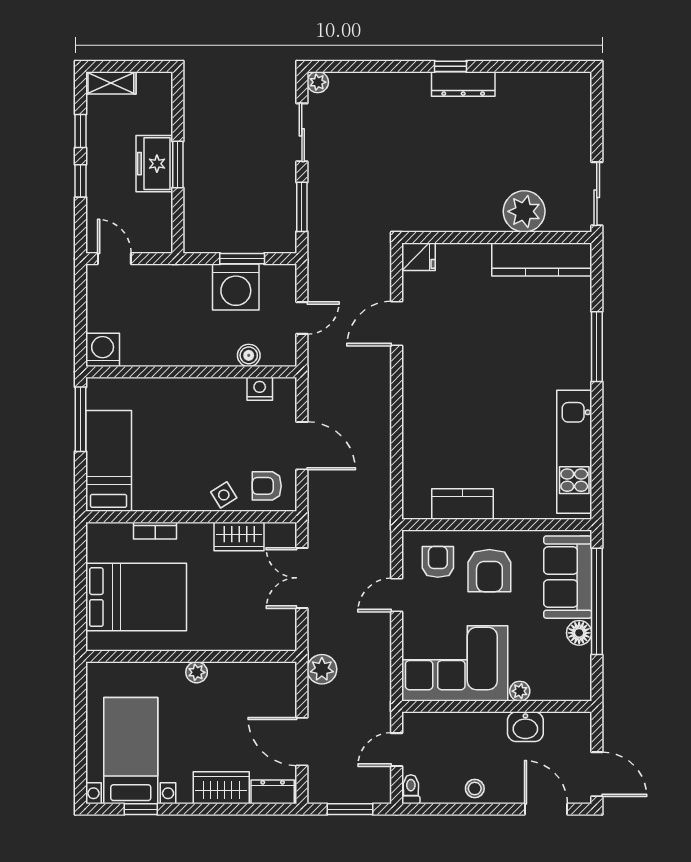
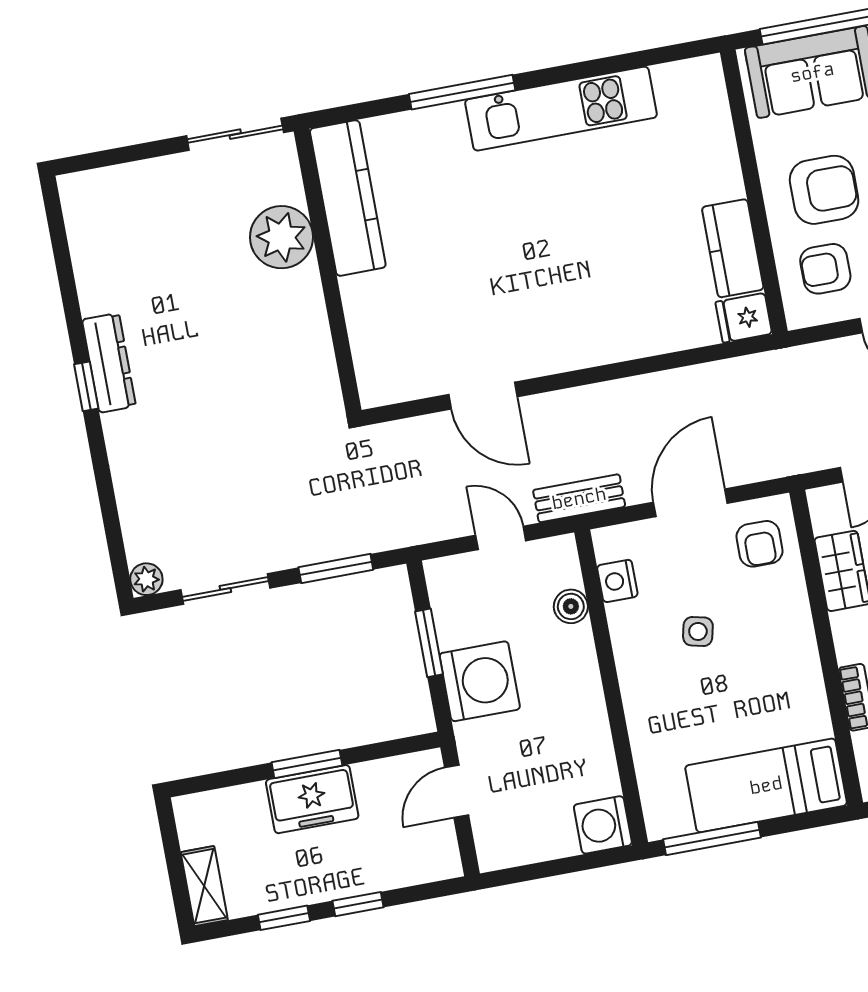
fridge: (418, 257) -> (744, 318), moved, turned -90
door: (114, 259) -> (457, 791), moved
washing machine: (236, 287) -> (480, 681), moved
bench: (318, 374) -> (579, 498), added
kitchen unit: (574, 452) -> (561, 109), moved
side table: (224, 495) -> (698, 631), moved, turned 45

